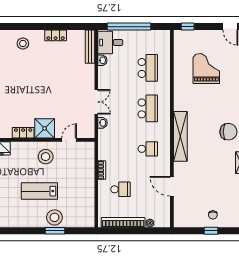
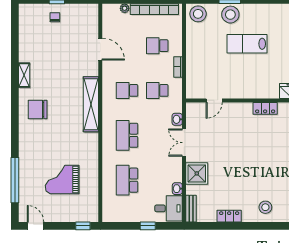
window: (129, 27) -> (148, 226), width x0.32
bench: (90, 47) -> (191, 209), width x0.73
grand piano: (206, 69) -> (62, 179), turned 90
shower: (45, 128) -> (197, 173), moved
school desk: (120, 149) -> (157, 90), added
stool: (46, 157) -> (198, 14), moved
lab bench: (39, 191) -> (247, 44), turned 180

